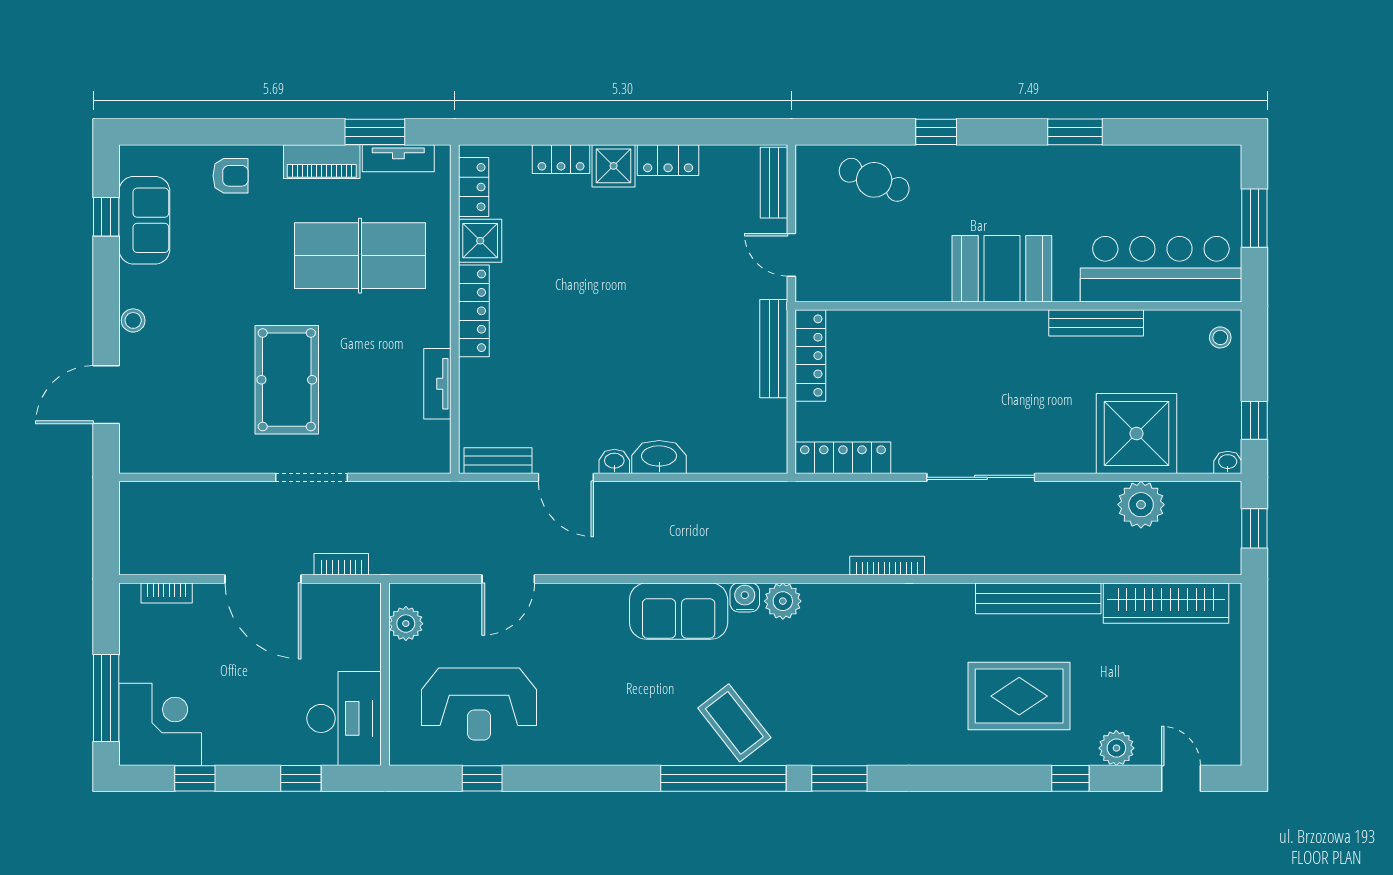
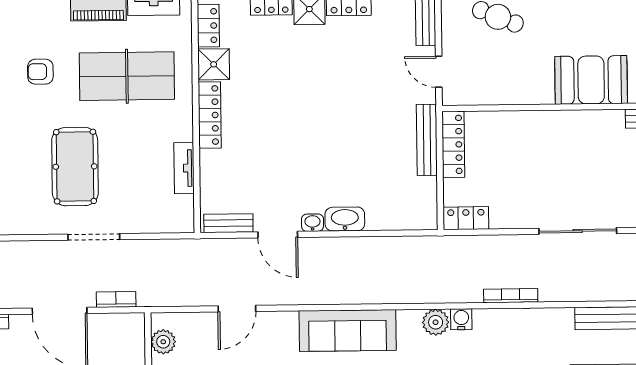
armchair: (231, 176) -> (40, 72), moved, turned 180
locker: (843, 458) -> (466, 218), width x0.66
water cooler: (745, 597) -> (461, 319), moved
sofa: (679, 611) -> (348, 331), width x1.36

